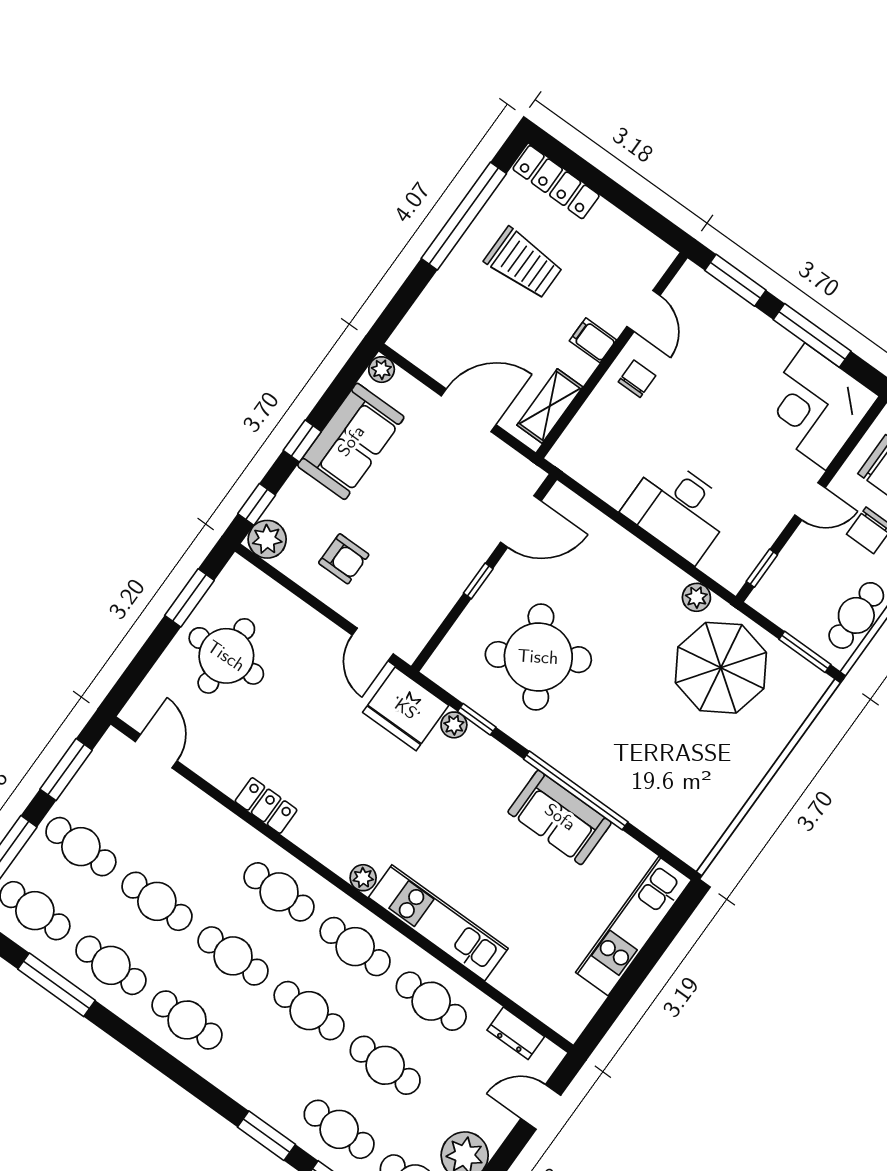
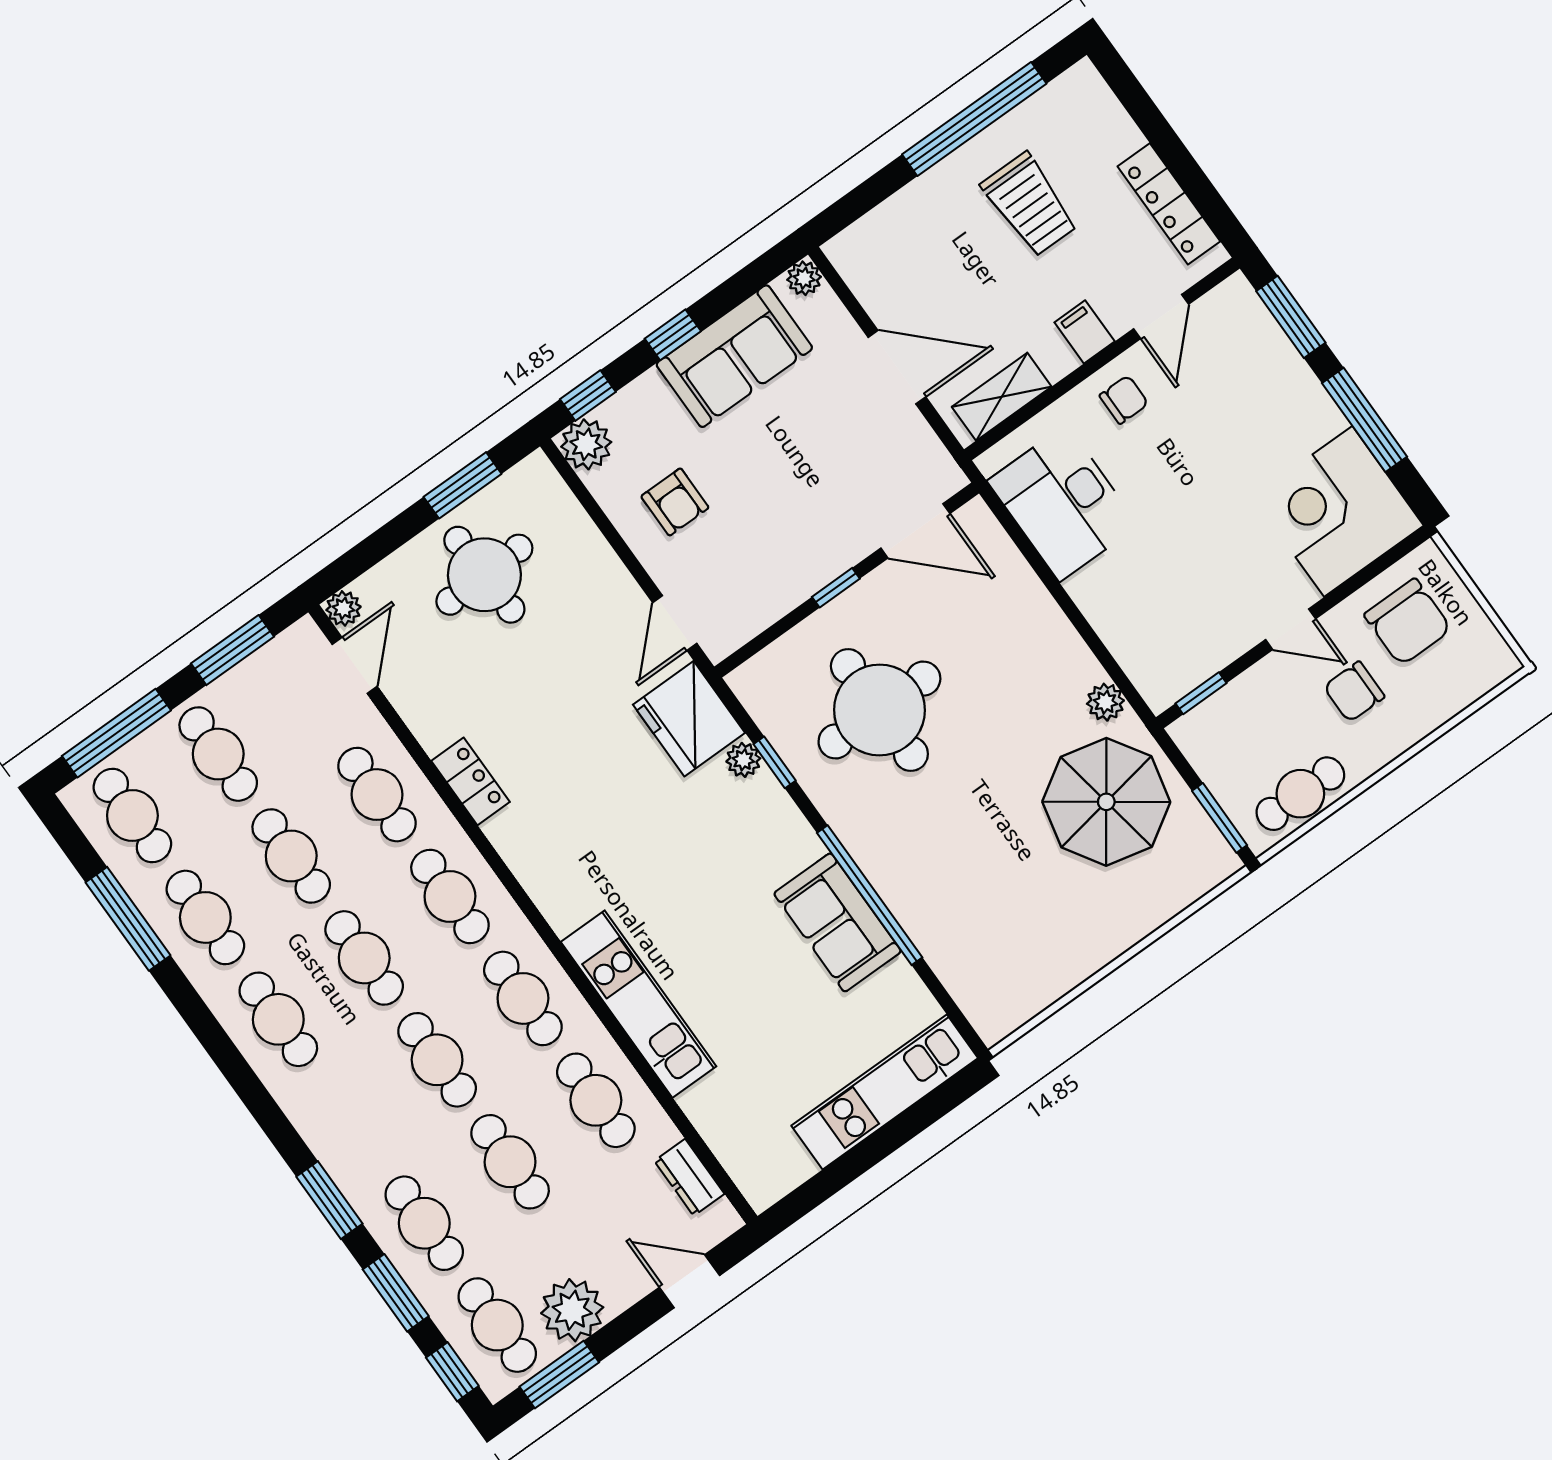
locker: (556, 182) -> (1169, 204), moved
desk: (678, 509) -> (1063, 503), moved
round table: (538, 657) -> (879, 710), turned 32
cafe table: (203, 837) -> (377, 795), added
plant: (363, 878) -> (343, 608), moved

